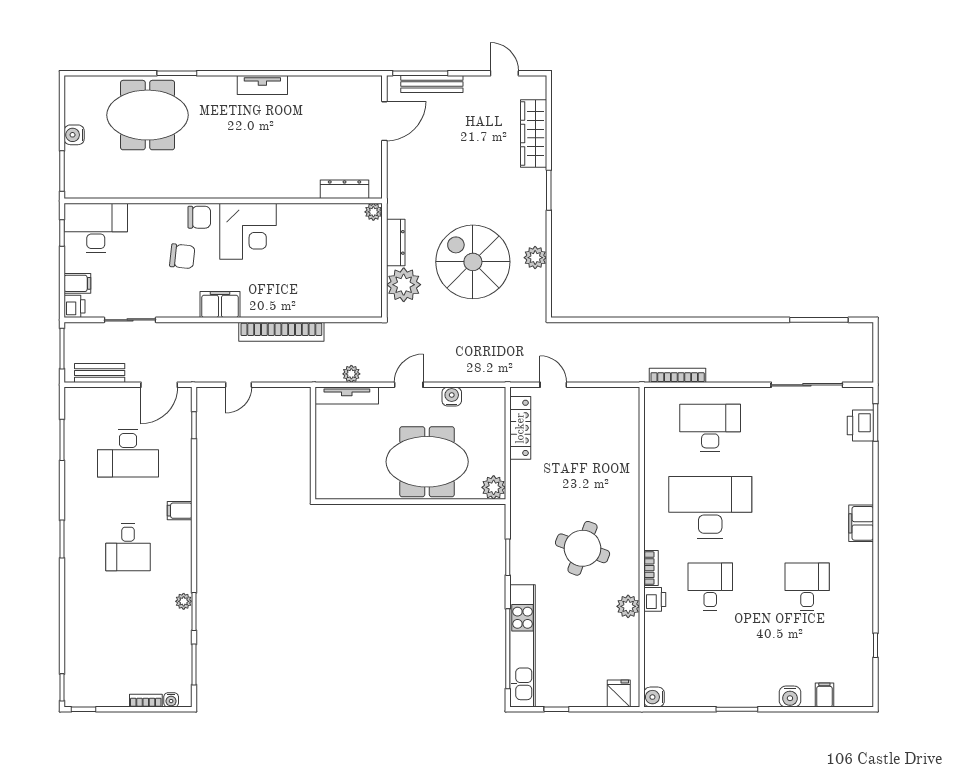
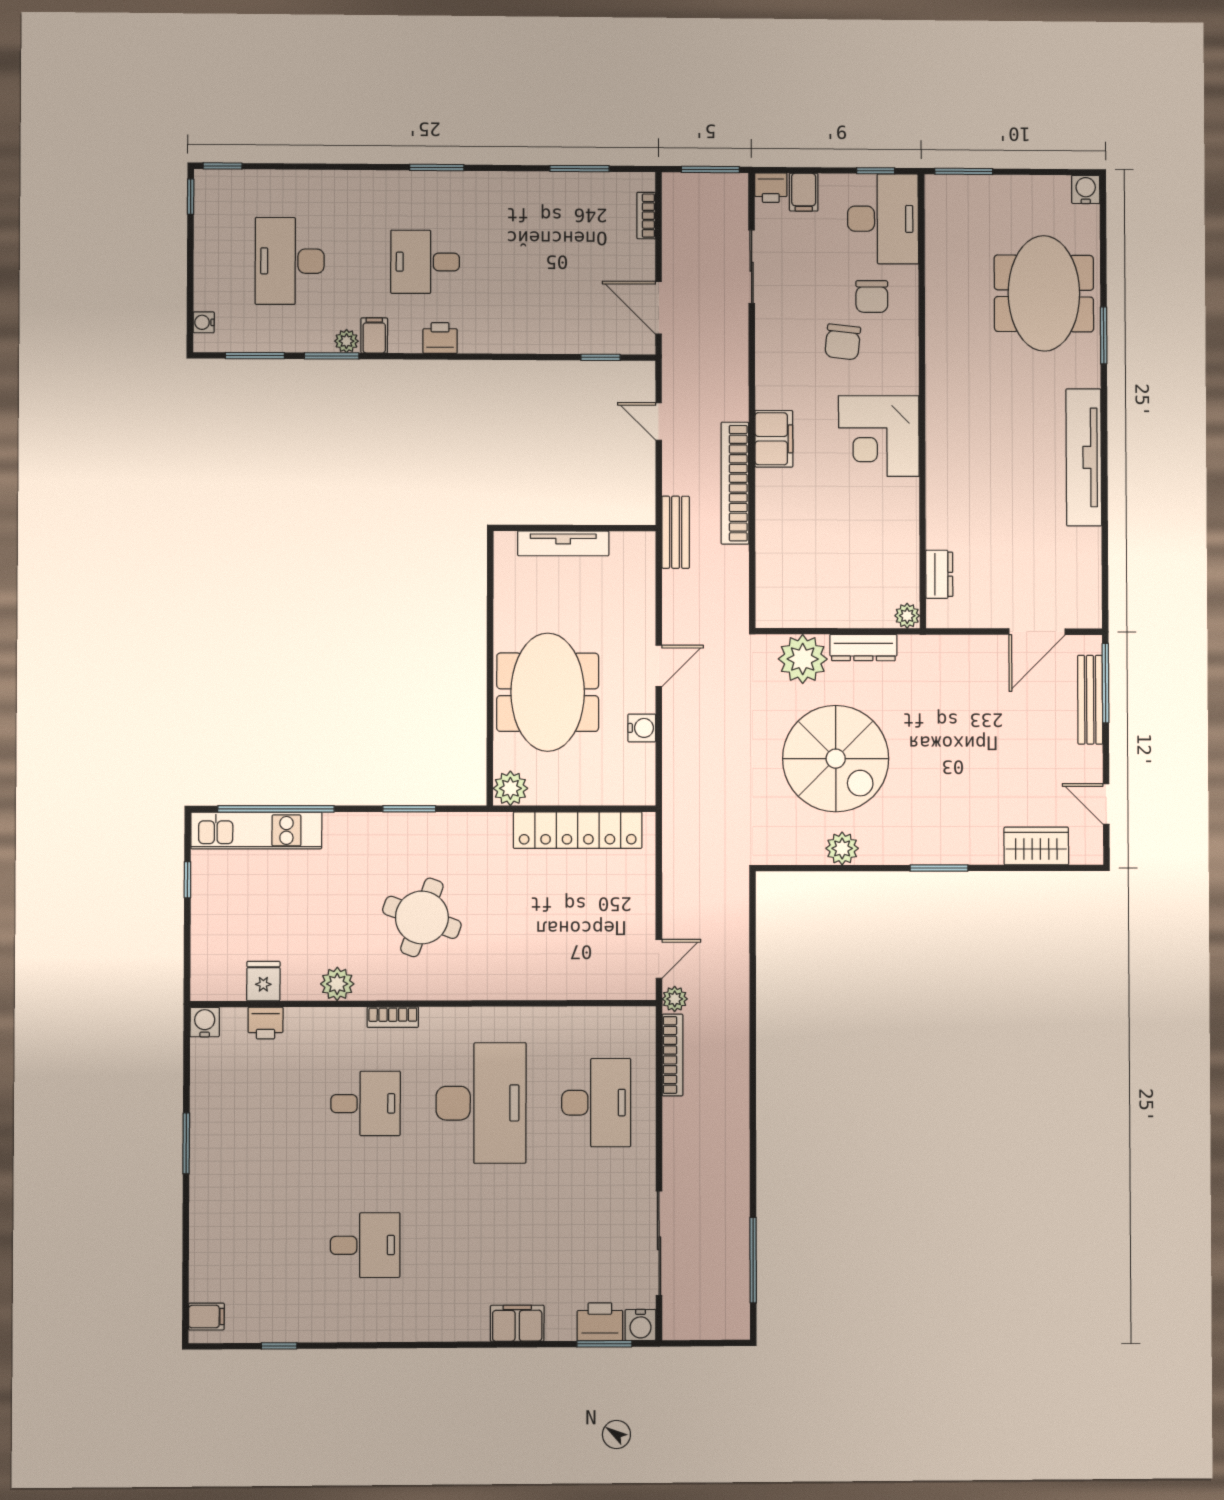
door: (504, 73) -> (1106, 804), swing flipped
tv unit: (262, 85) -> (1084, 457), width x1.92, depth x1.29
door: (384, 121) -> (1037, 632), hinge flipped
wardrobe: (534, 133) -> (1036, 846), width x0.67
water cooler: (74, 135) -> (1086, 189), moved
dresser: (345, 189) -> (939, 574), width x0.70
chair: (199, 217) -> (872, 296), moved
spiral stairs: (473, 262) -> (836, 759), turned 90
filing cabinet: (220, 305) -> (774, 439), moved
bench: (100, 373) -> (676, 532), moved
plant: (351, 374) -> (675, 999), moved
door: (409, 385) -> (659, 666), hinge flipped
door: (553, 385) -> (659, 959), moved
tv unit: (347, 396) -> (563, 543), moved, turned -90
locker: (520, 428) -> (578, 830), width x1.41, depth x1.21
desk: (128, 453) -> (290, 261), moved
filing cabinet: (180, 511) -> (374, 335), moved
filing cabinet: (861, 523) -> (517, 1323), moved
printer: (181, 537) -> (440, 338), added
printer: (655, 599) -> (266, 1023), moved
kitchen unit: (523, 646) -> (256, 830), width x0.73
fridge: (619, 694) -> (263, 981), moved, turned -90
filing cabinet: (824, 695) -> (206, 1317), moved
water cooler: (790, 697) -> (641, 1325), moved, turned -90
bookcase: (146, 701) -> (646, 216), moved, turned 180

